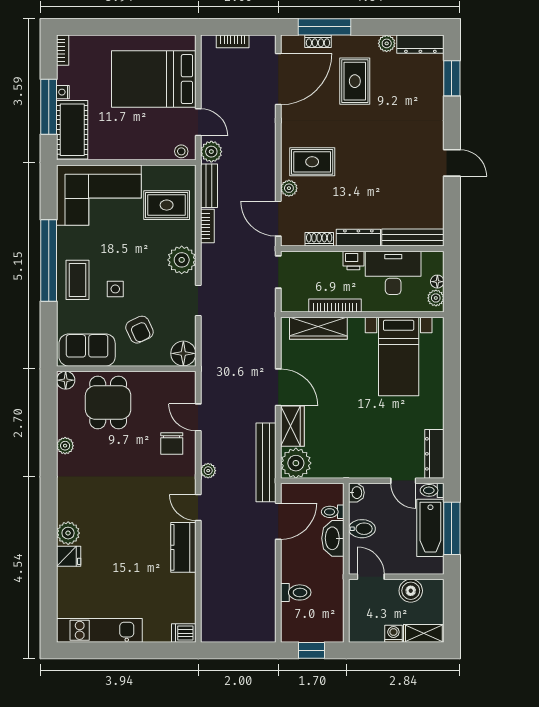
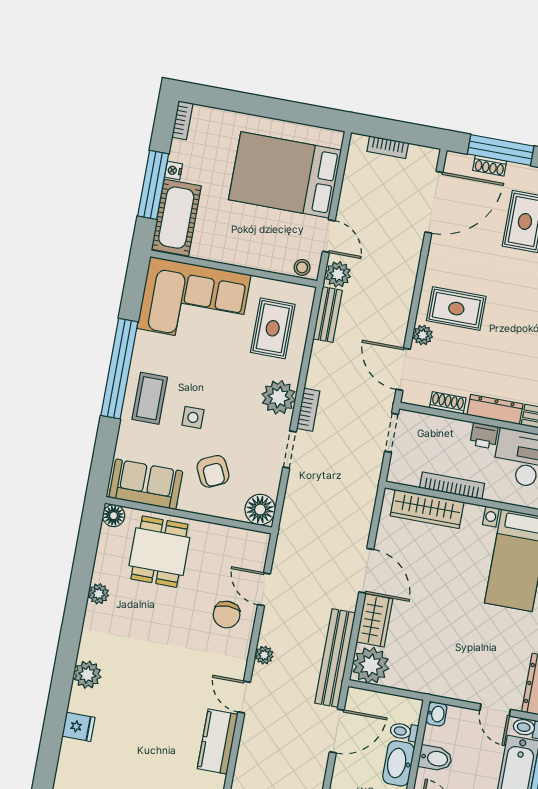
rug: (167, 205) -> (273, 328), turned 90
bookcase: (207, 226) -> (308, 410), moved
plant: (68, 533) -> (87, 675), moved

